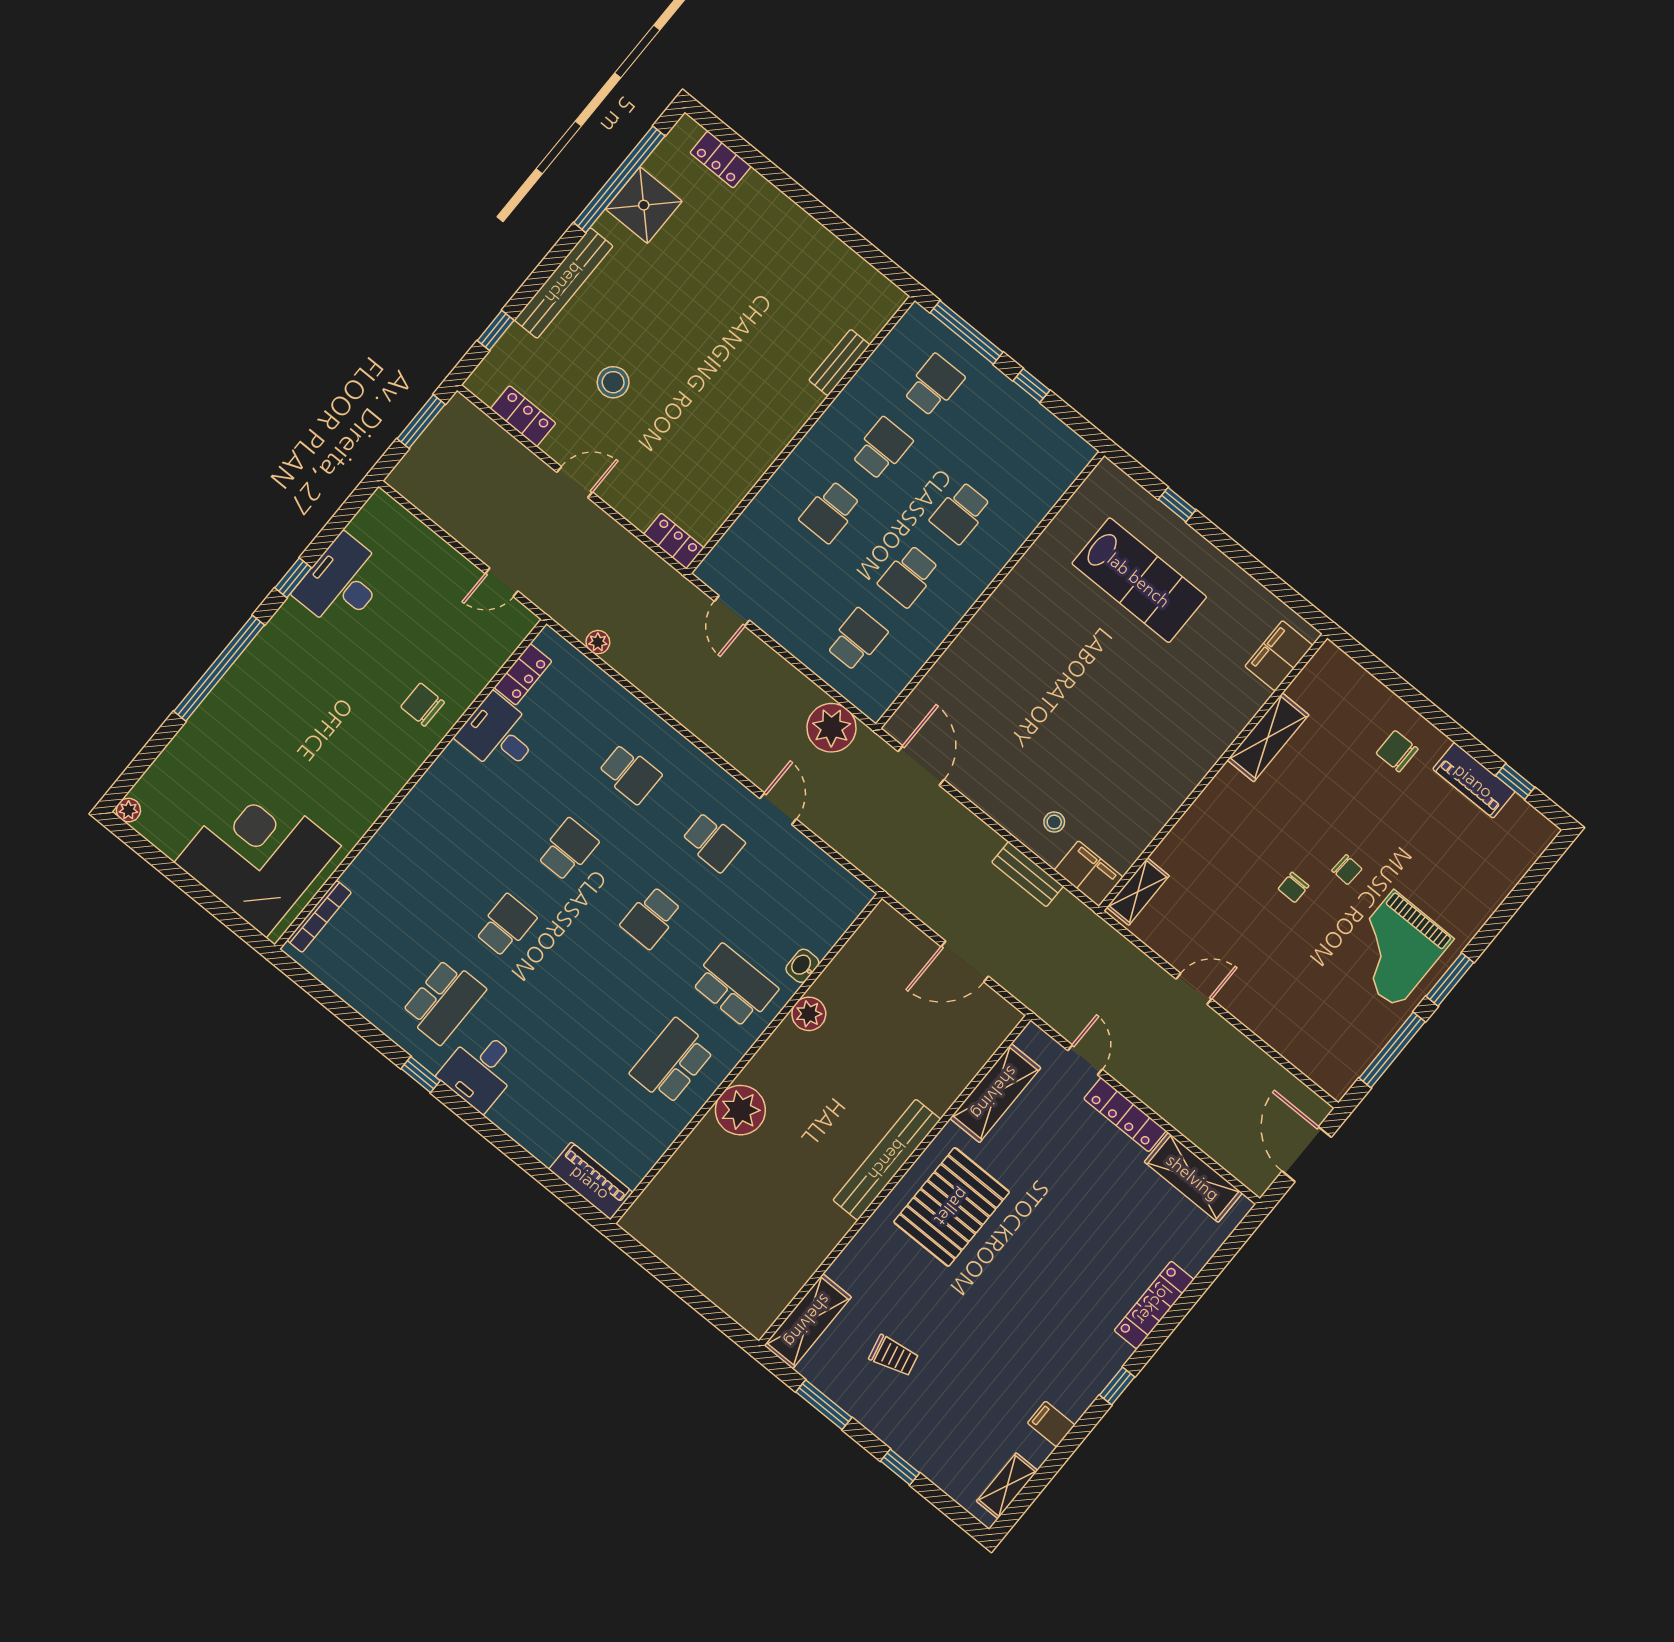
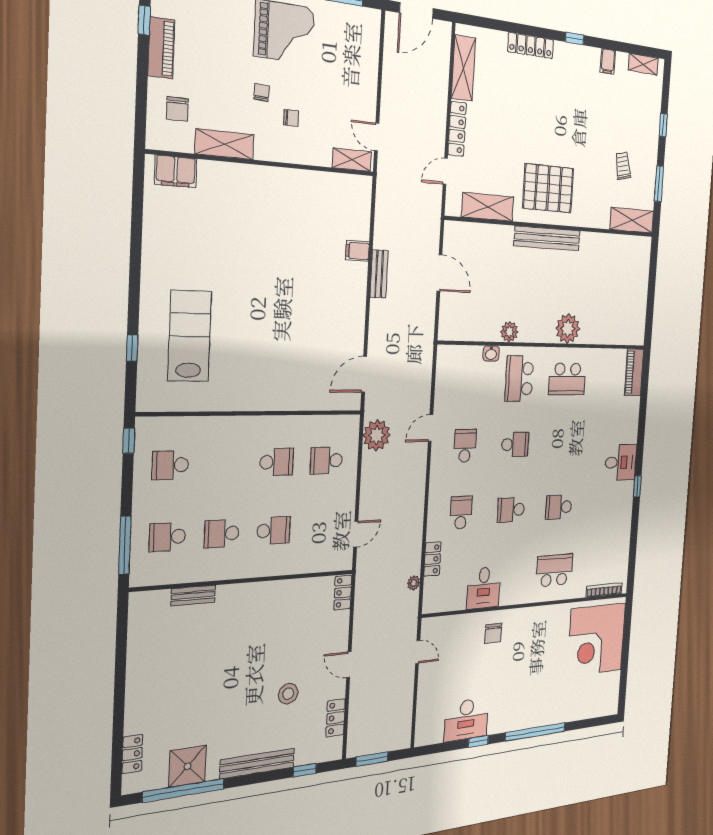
window: (1031, 386) -> (129, 441), moved
school desk: (961, 513) -> (170, 465), moved, turned 180
filing cabinet: (1279, 656) -> (176, 171), moved
locker: (523, 674) -> (432, 559), moved, turned 90
shelving: (1268, 737) -> (225, 144), moved
wall: (1213, 772) -> (265, 163), moved
plant: (128, 810) -> (613, 708), removed
stool: (1054, 822) -> (345, 281), removed
filing cabinet: (1089, 874) -> (357, 251), width x0.50
shelving: (1138, 892) -> (352, 160), moved
school desk: (444, 1001) -> (554, 570), moved

